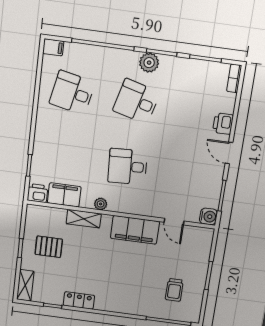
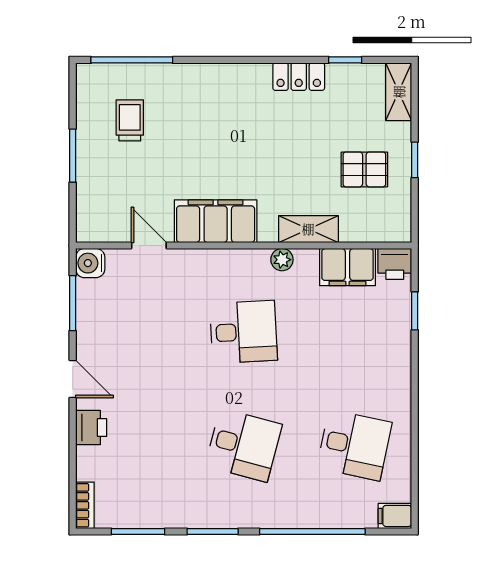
plant: (149, 63) -> (231, 512), removed

